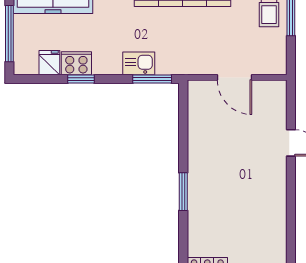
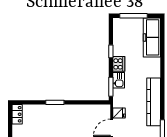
fridge: (49, 63) -> (119, 113), moved
cooker: (76, 63) -> (119, 64), moved

